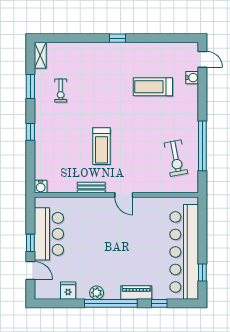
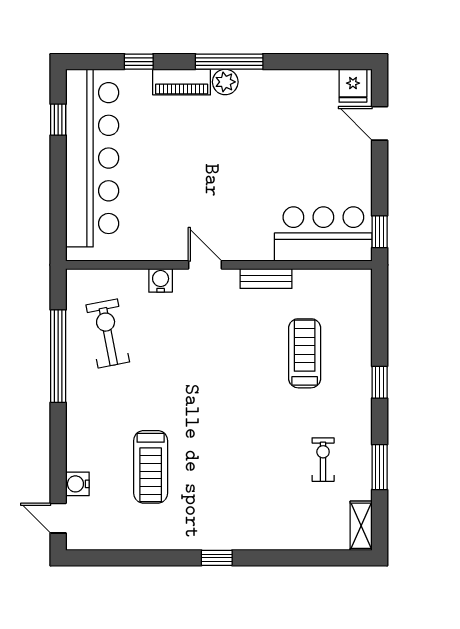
treadmill: (153, 87) -> (151, 467), turned 90
treadmill: (102, 146) -> (305, 353), moved
water cooler: (41, 186) -> (161, 280), moved
bar counter: (49, 234) -> (323, 234), moved, turned 90
window: (30, 243) -> (380, 232), moved
fridge: (68, 291) -> (353, 86), moved
plant: (97, 293) -> (225, 82), moved
window: (111, 303) -> (229, 62), width x0.68

